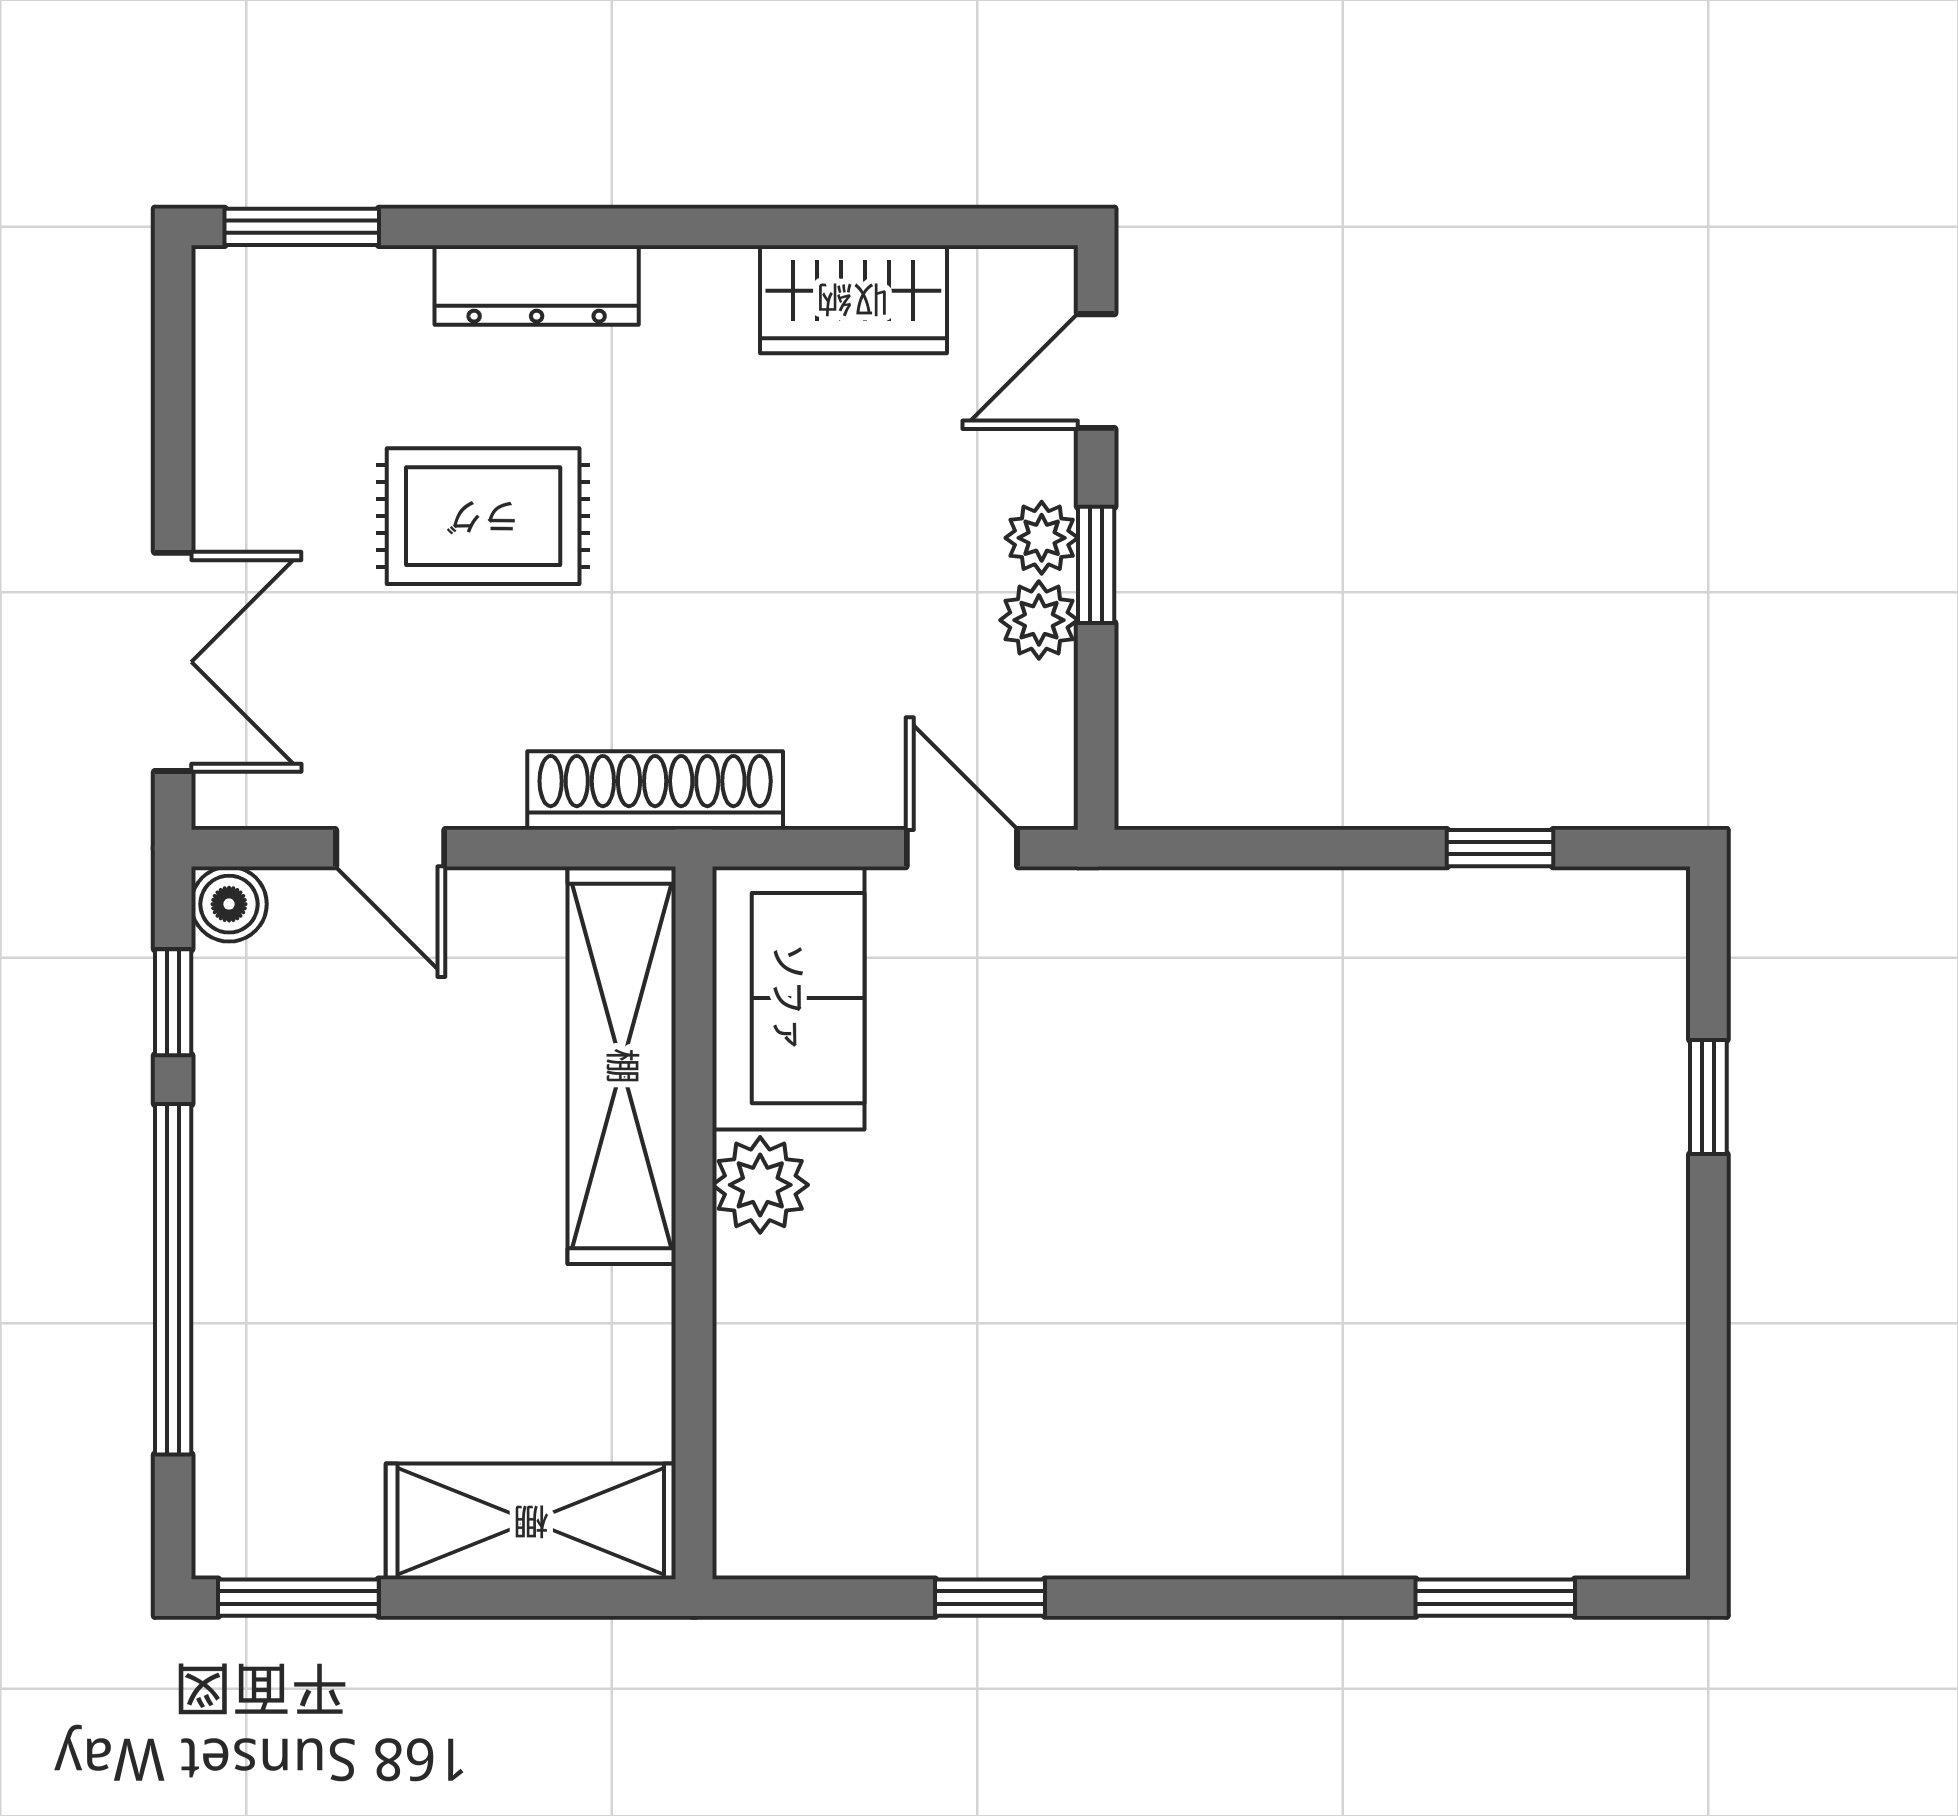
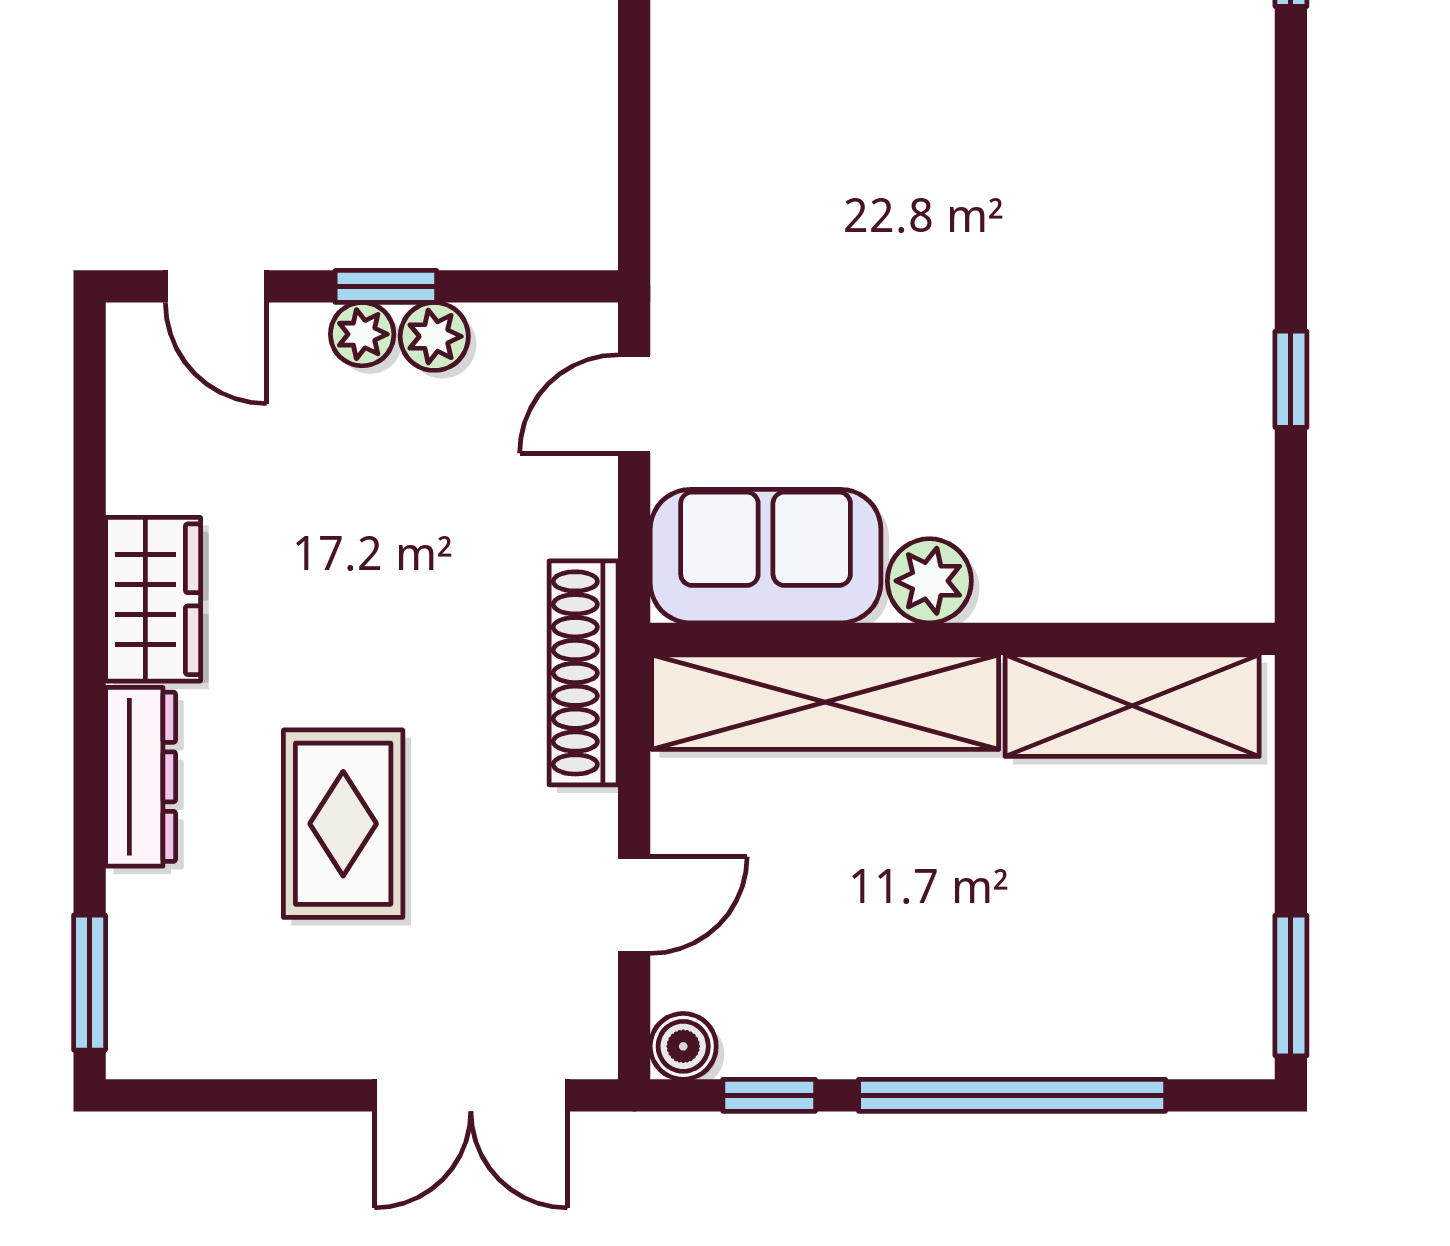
wardrobe: (853, 299) -> (153, 599), moved
double door: (173, 662) -> (471, 1095), swing flipped
shelving: (531, 1521) -> (1132, 706), moved, turned 90

